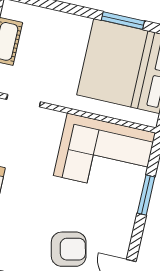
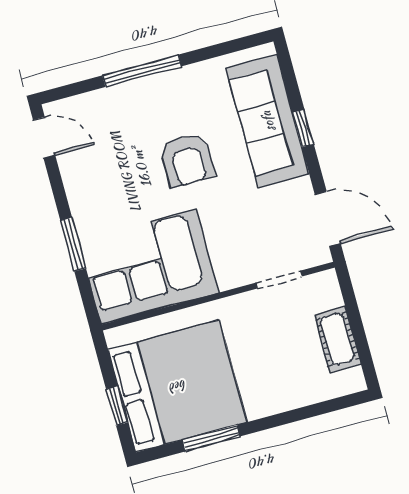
armchair: (69, 249) -> (187, 160), moved, turned -77

